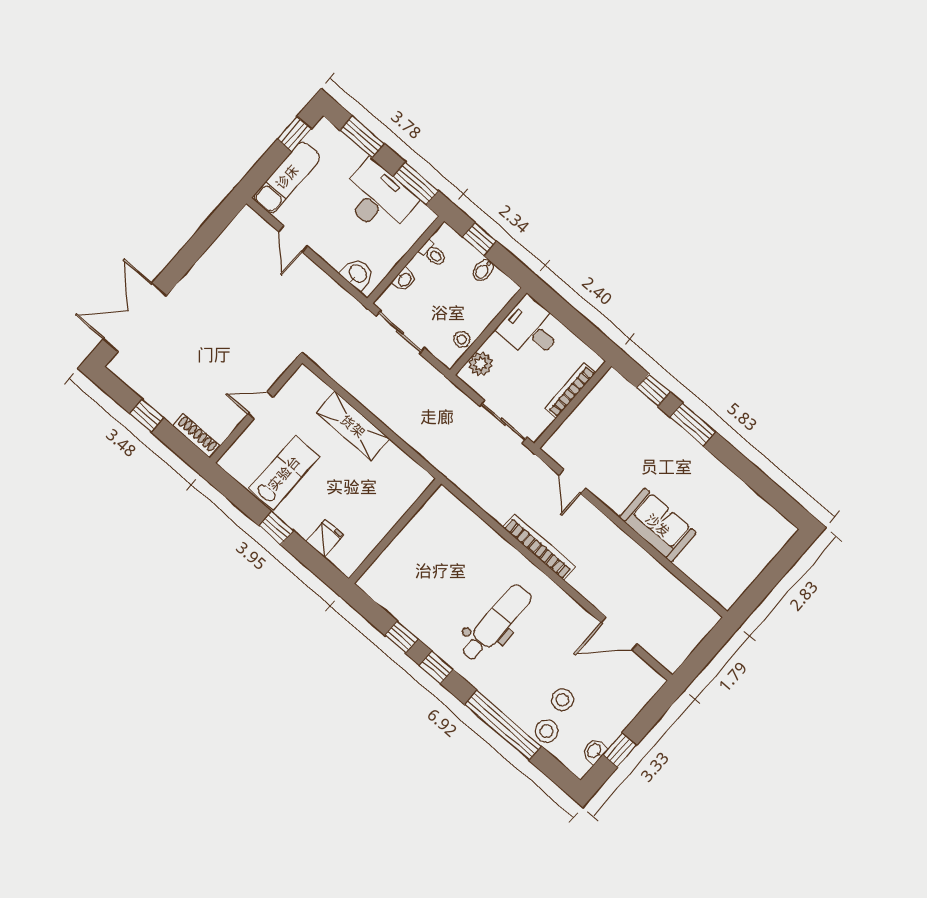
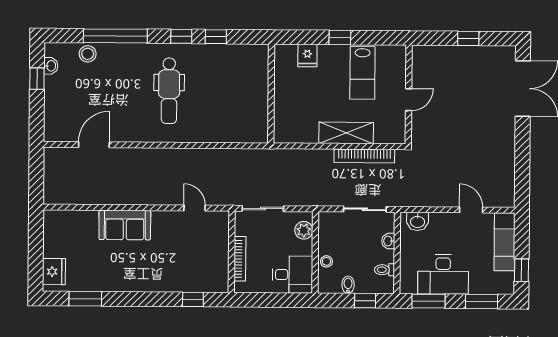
stool: (462, 339) -> (326, 261), moved
window: (693, 424) -> (85, 299), moved
shoe rack: (196, 435) -> (431, 51), removed
fridge: (770, 539) -> (54, 272), added
bookcase: (539, 547) -> (364, 156), moved
stool: (562, 700) -> (94, 79), removed

